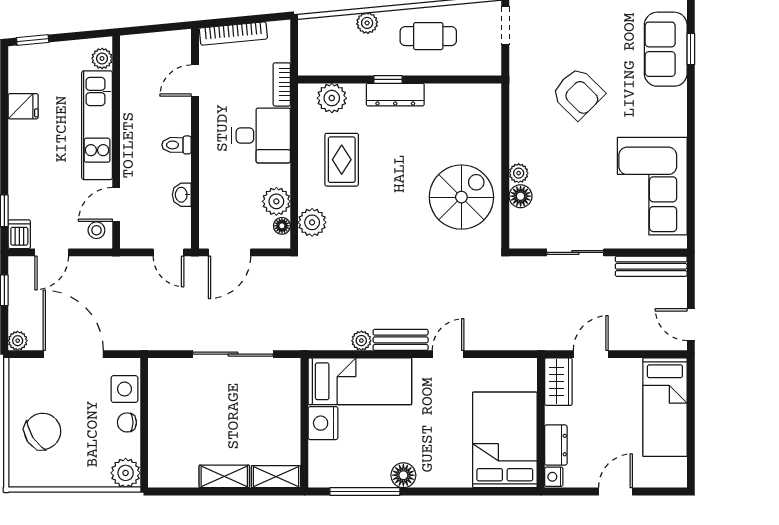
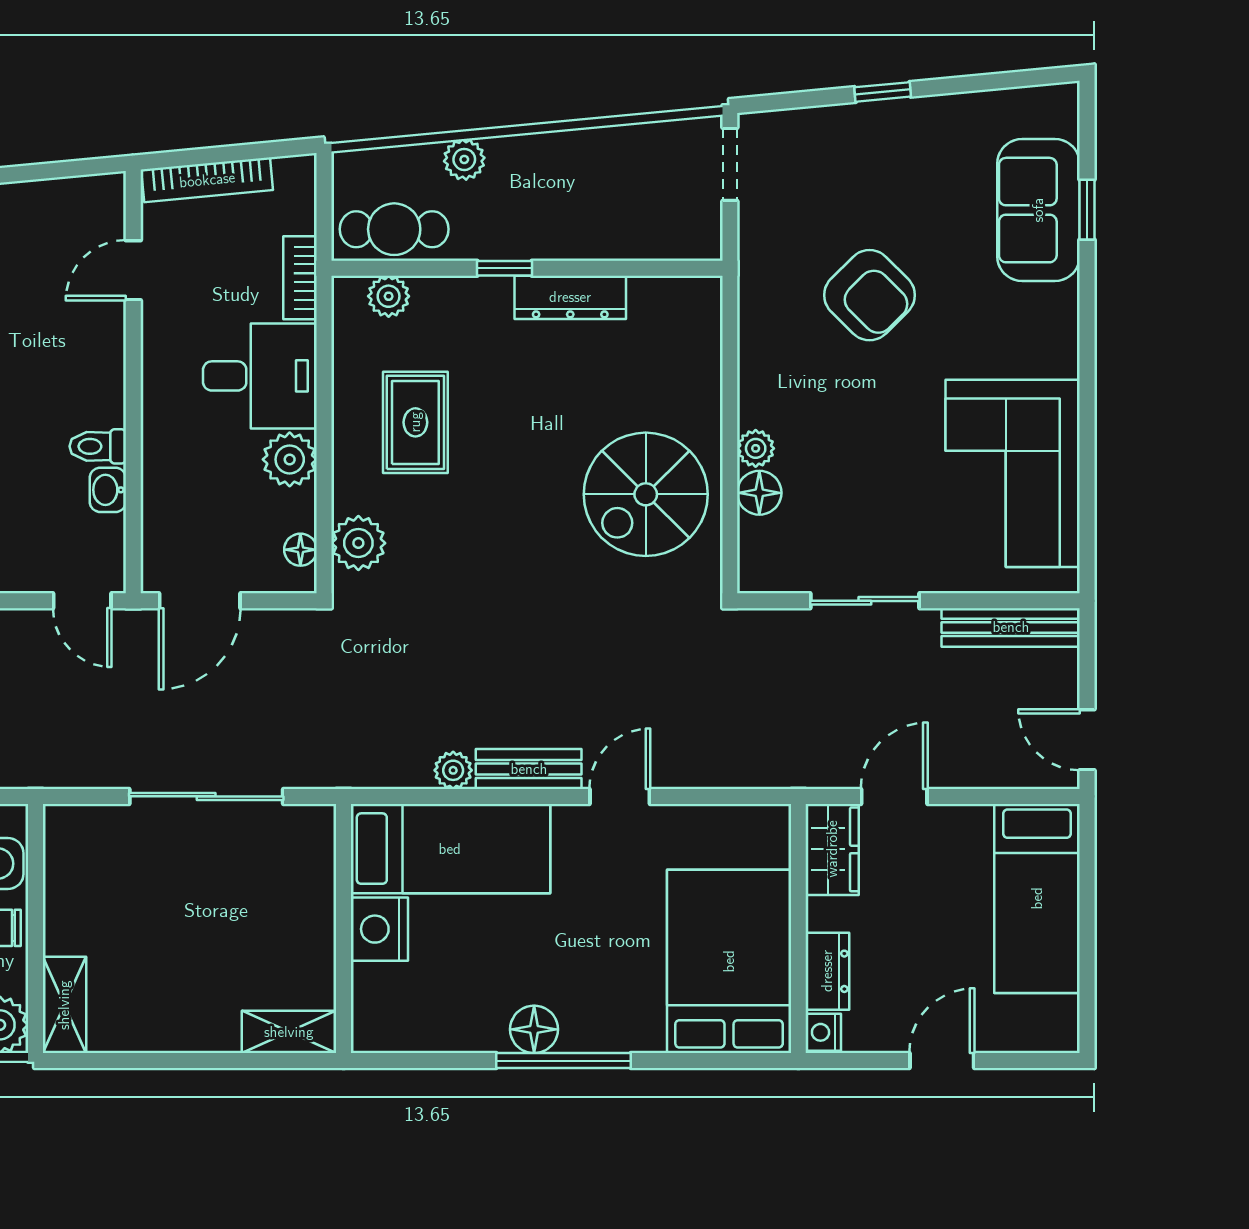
cafe table: (428, 36) -> (394, 229), moved
dresser: (395, 95) -> (570, 297), moved
plant: (332, 98) -> (389, 296), width x0.73, depth x0.73
toilet: (177, 145) -> (98, 446), moved
spiral stairs: (461, 197) -> (646, 494), turned 180
plant: (276, 201) -> (290, 459), moved
shelving: (224, 476) -> (64, 1005), moved, turned 90
window: (365, 491) -> (563, 1061), moved

